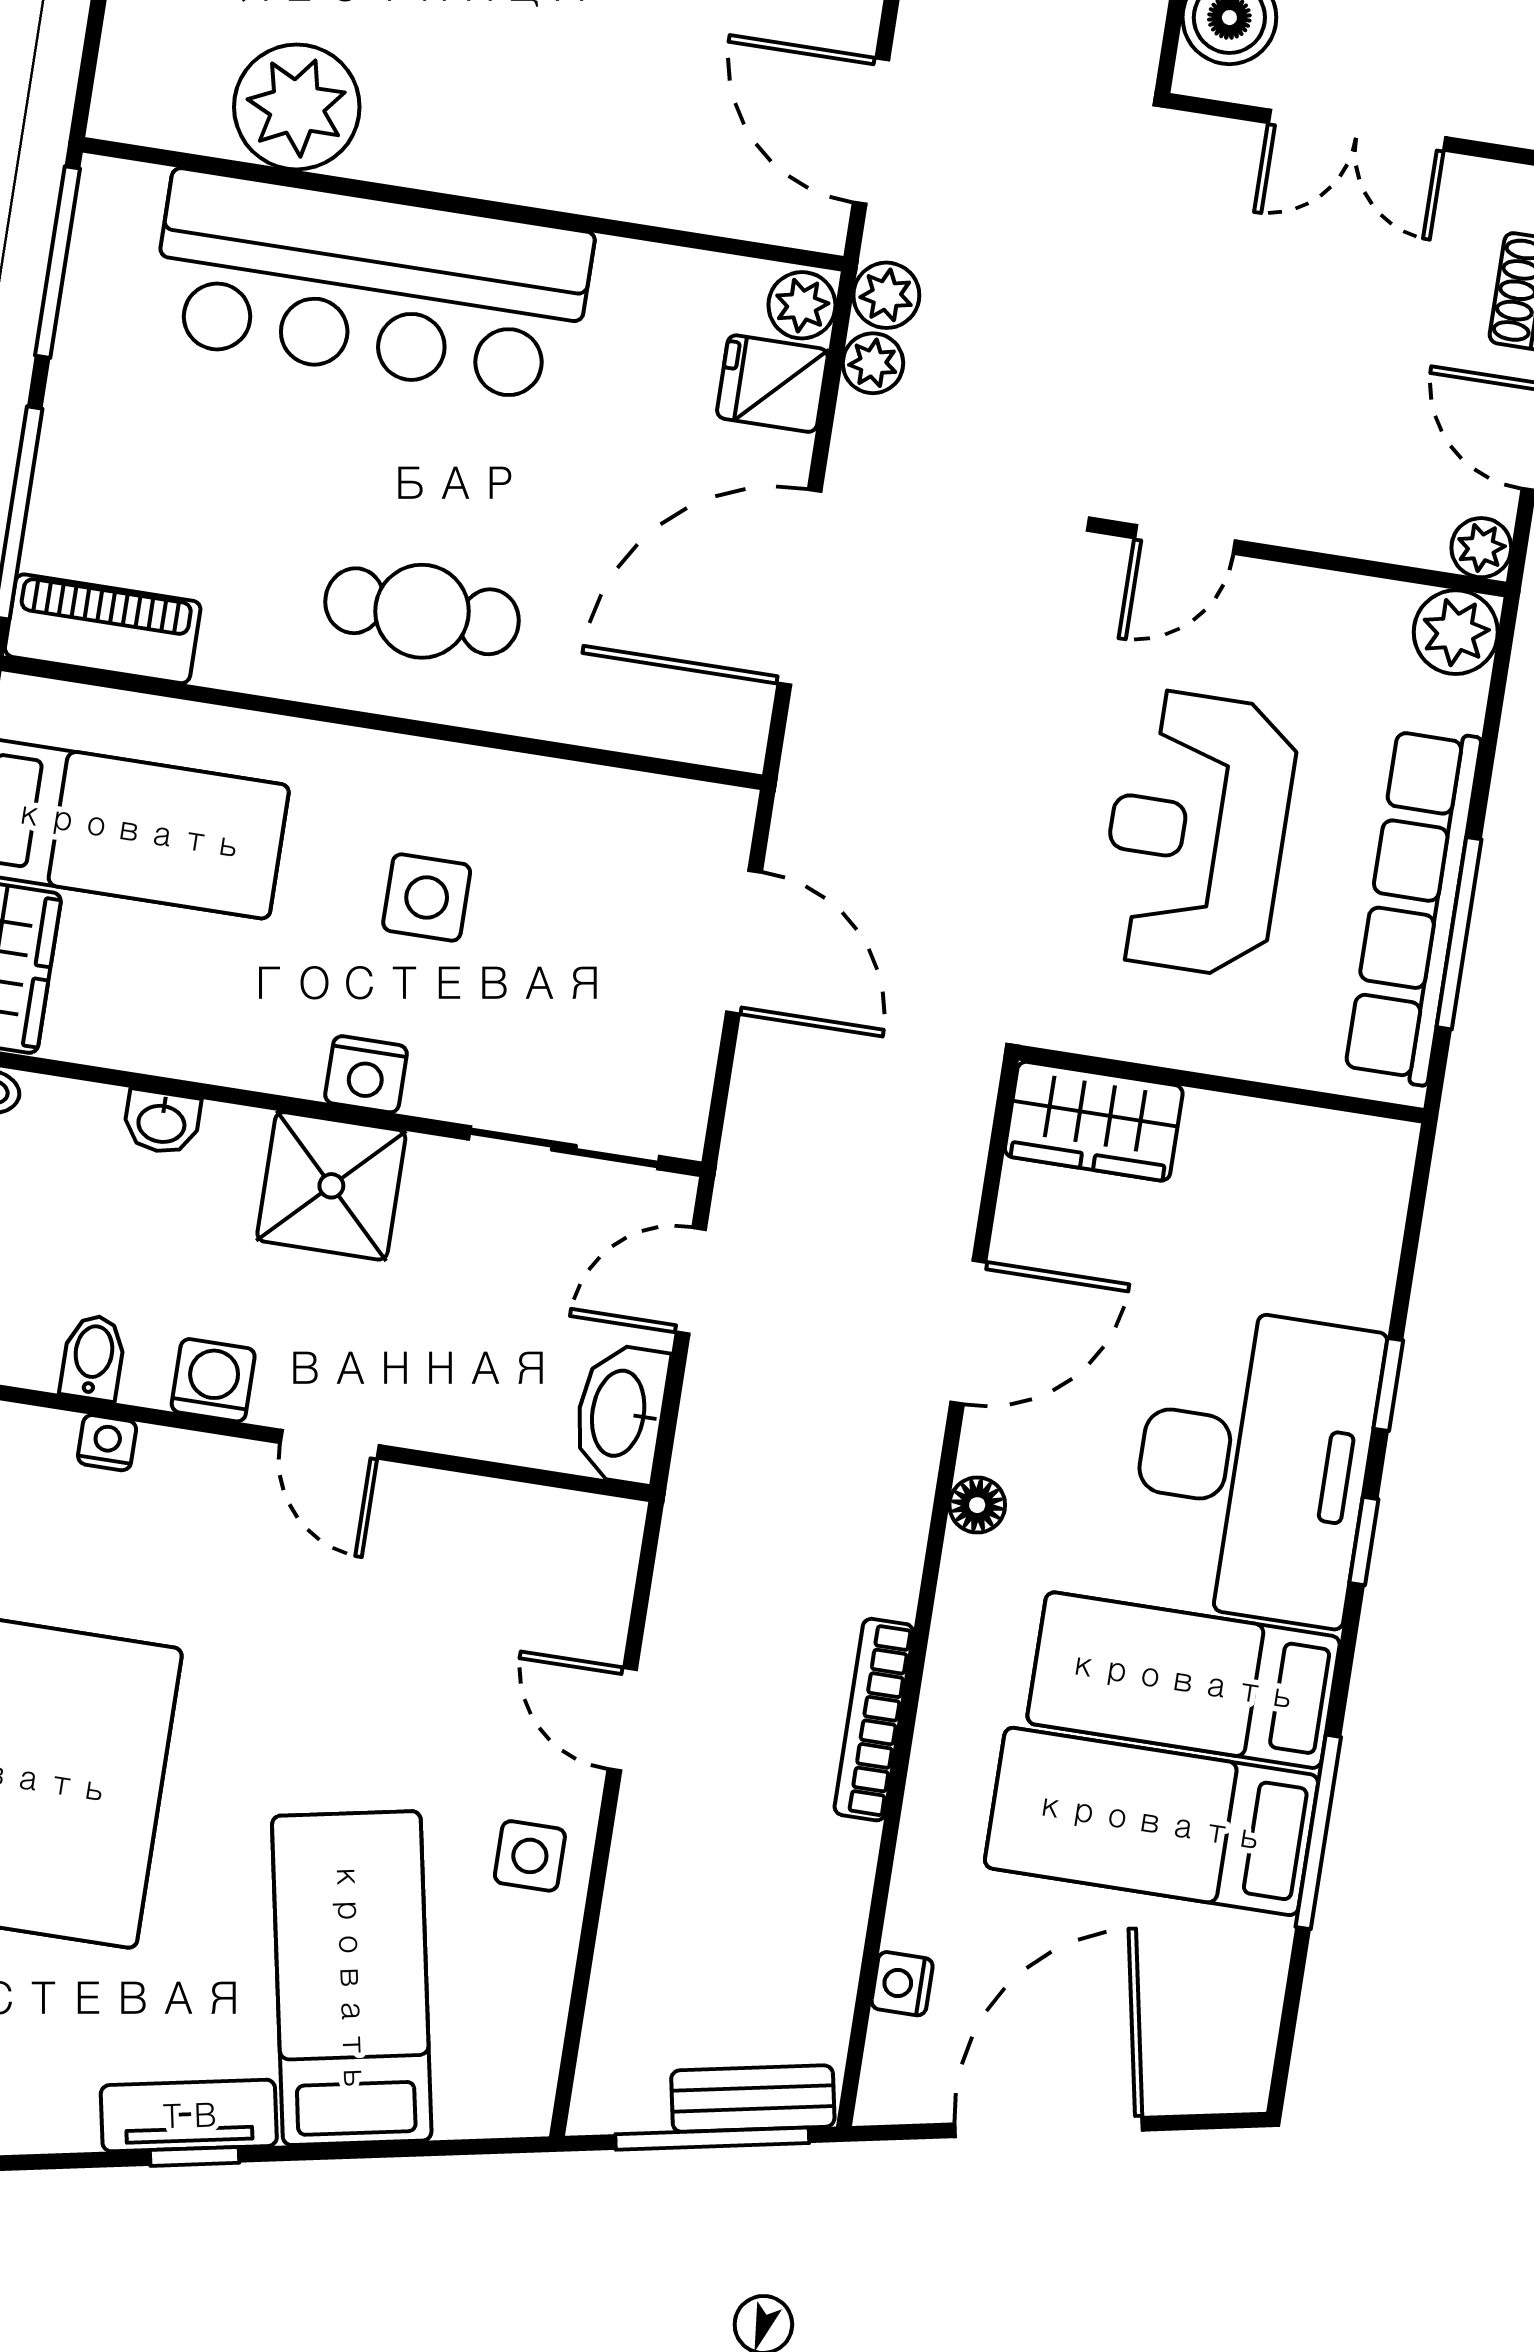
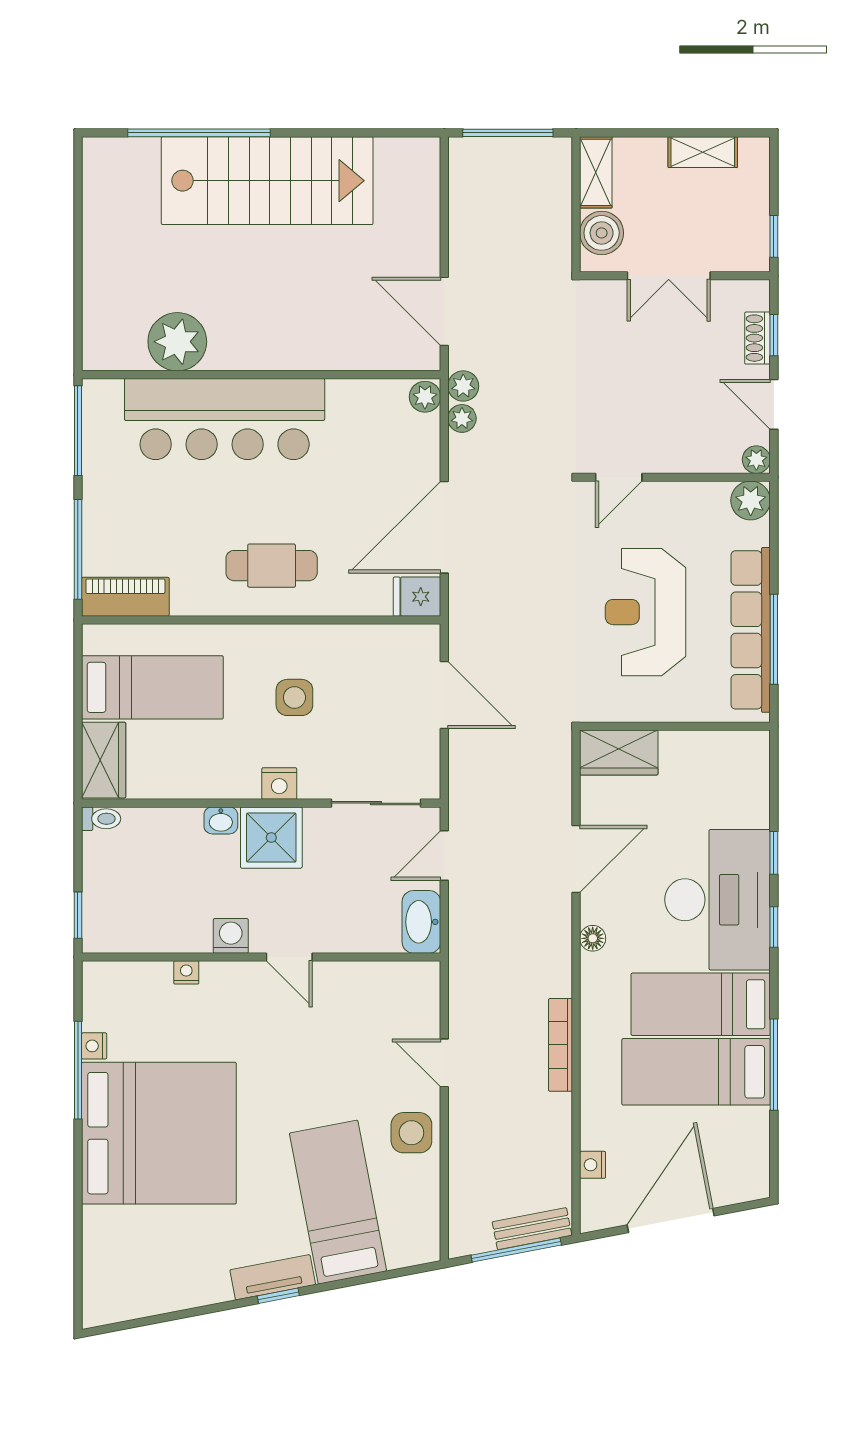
fridge: (772, 384) -> (417, 597), moved
washbasin: (162, 1122) -> (221, 820), moved
bidet: (93, 1357) -> (174, 934), removed
side table: (530, 1856) -> (411, 1133), width x1.37, depth x1.37

